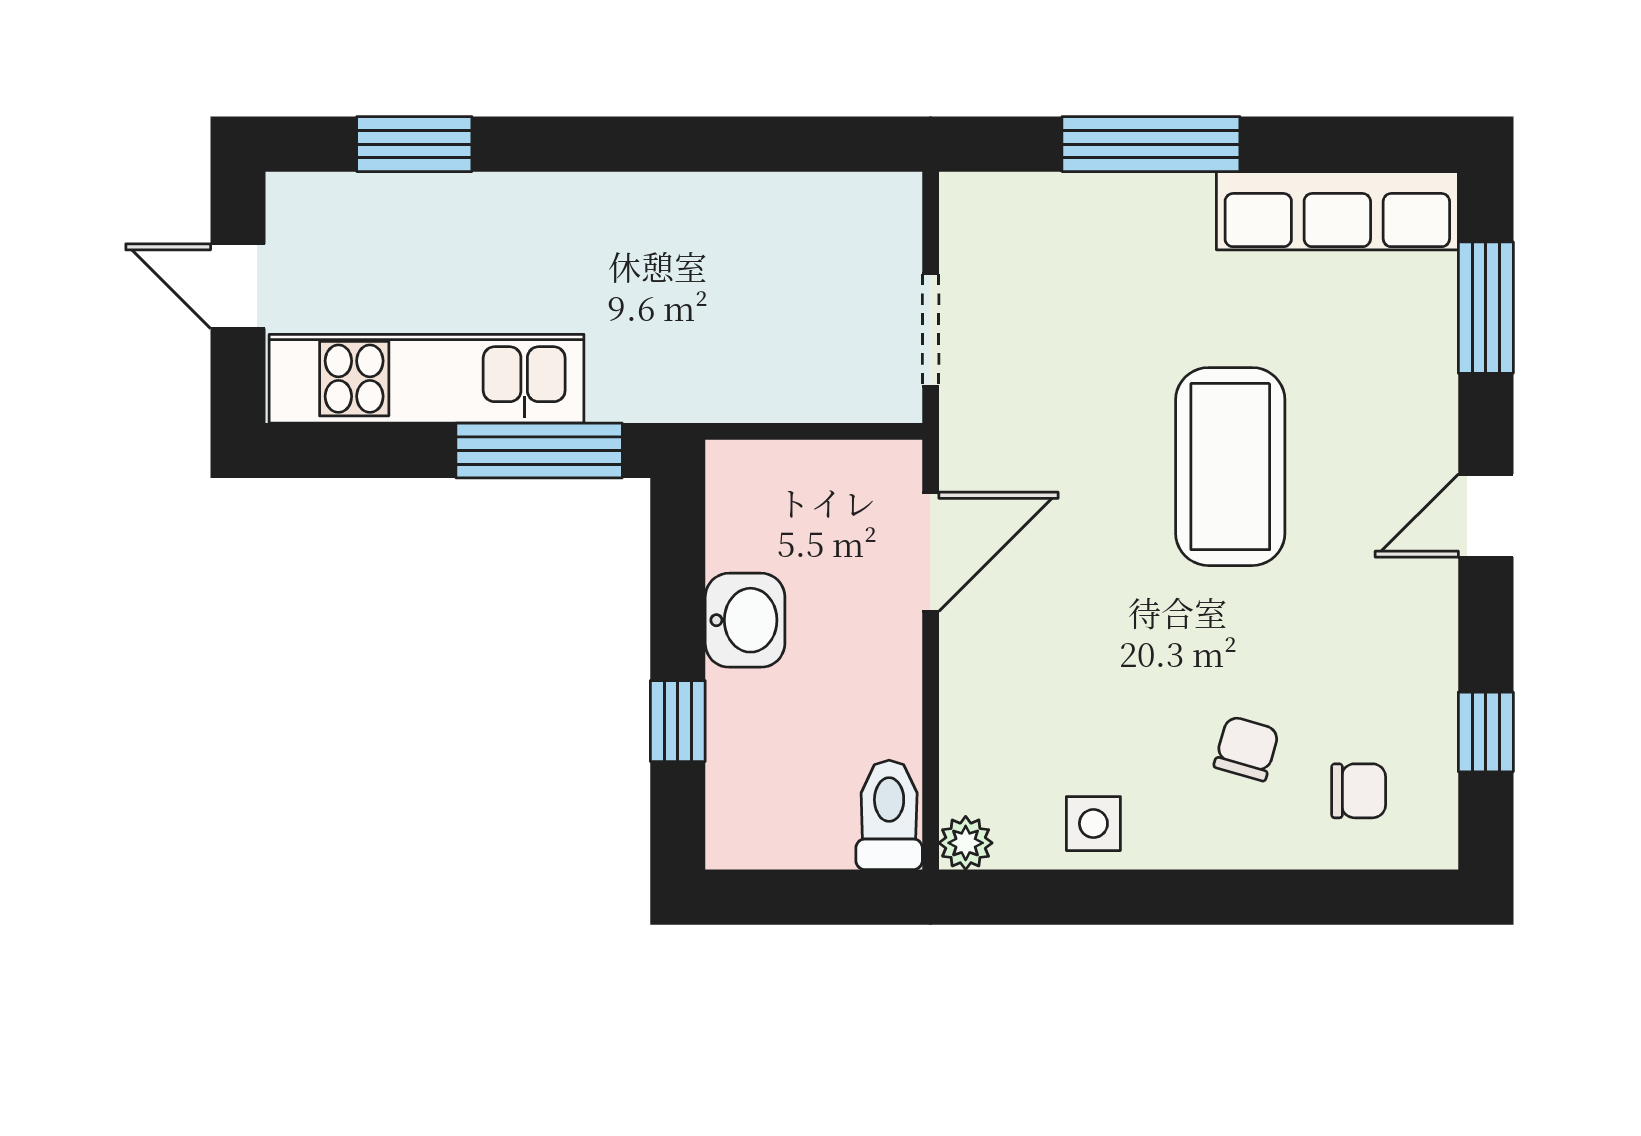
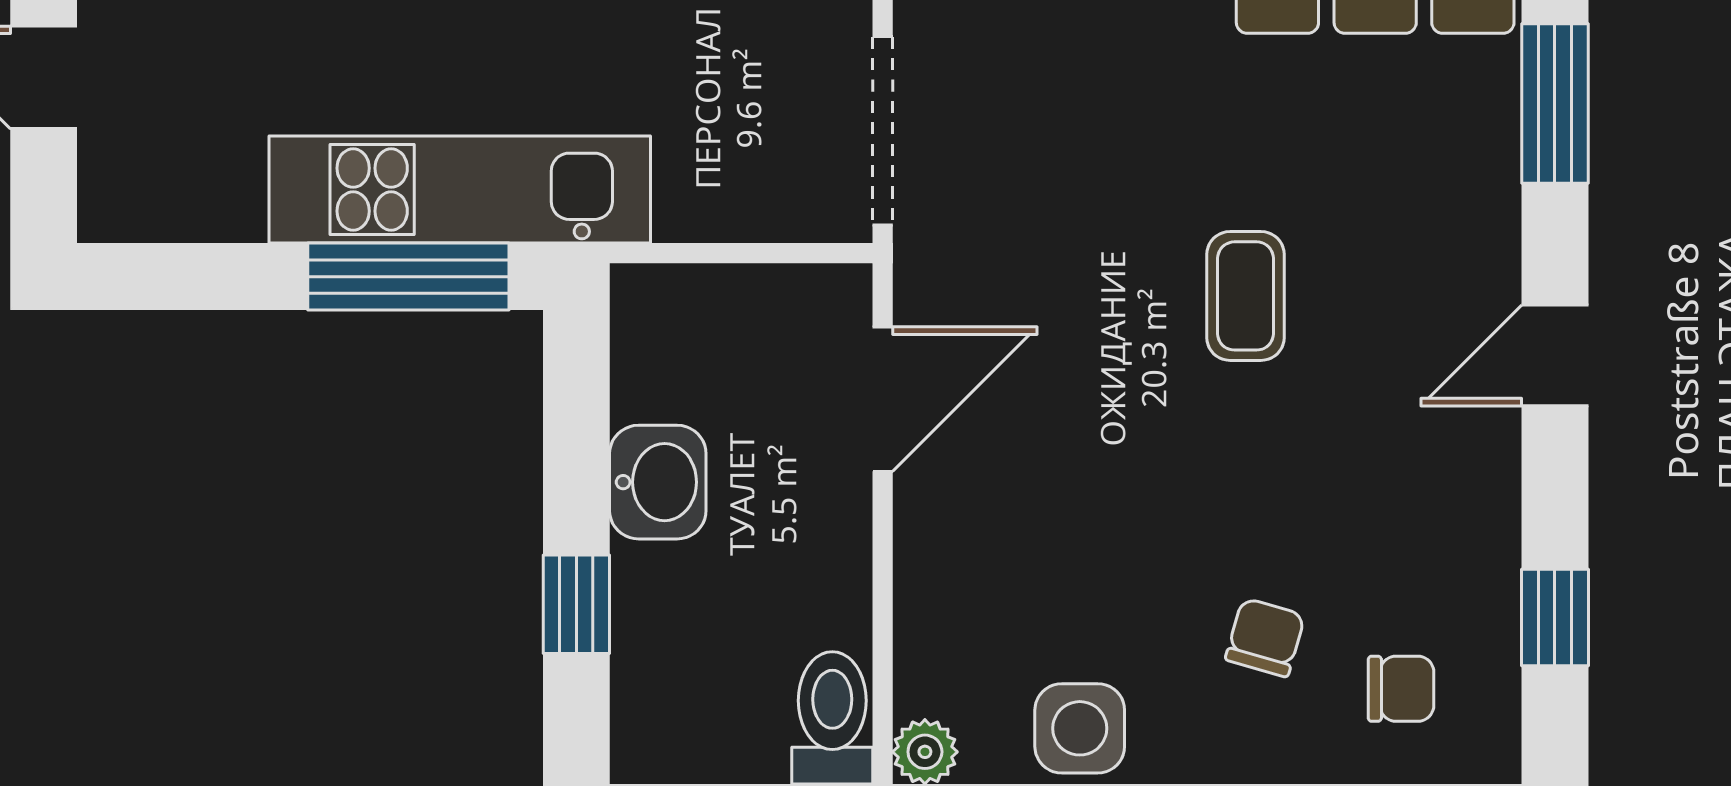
doorway: (931, 330) -> (883, 131), width x1.38
kitchen unit: (427, 379) -> (460, 190), moved
coffee table: (1230, 467) -> (1246, 296), width x0.54, depth x0.58
side table: (1093, 824) -> (1080, 728), width x1.37, depth x1.37

